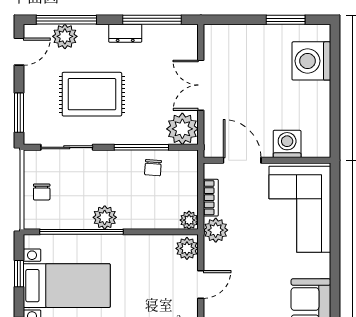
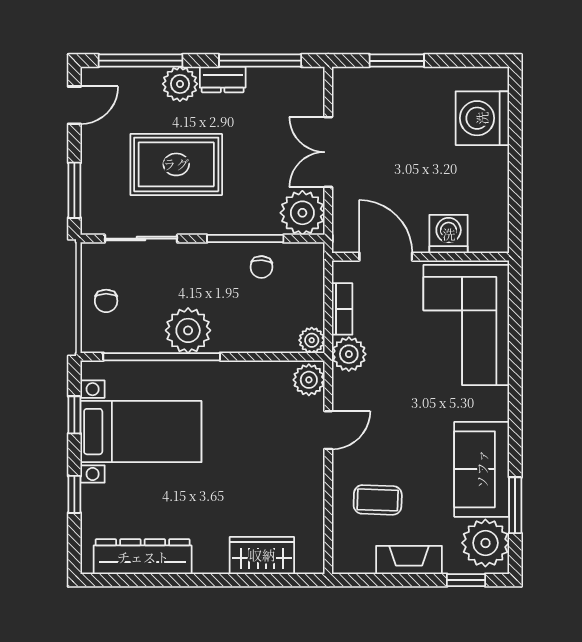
window: (286, 20) -> (397, 61), moved
plant: (65, 36) -> (180, 84), moved
plant: (105, 217) -> (188, 330), width x1.36, depth x1.36

